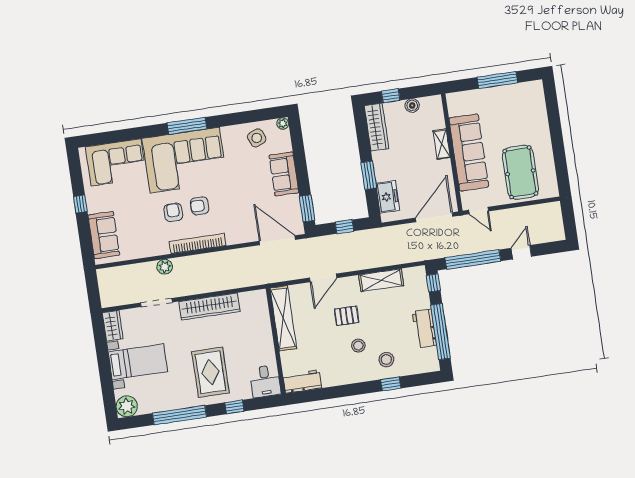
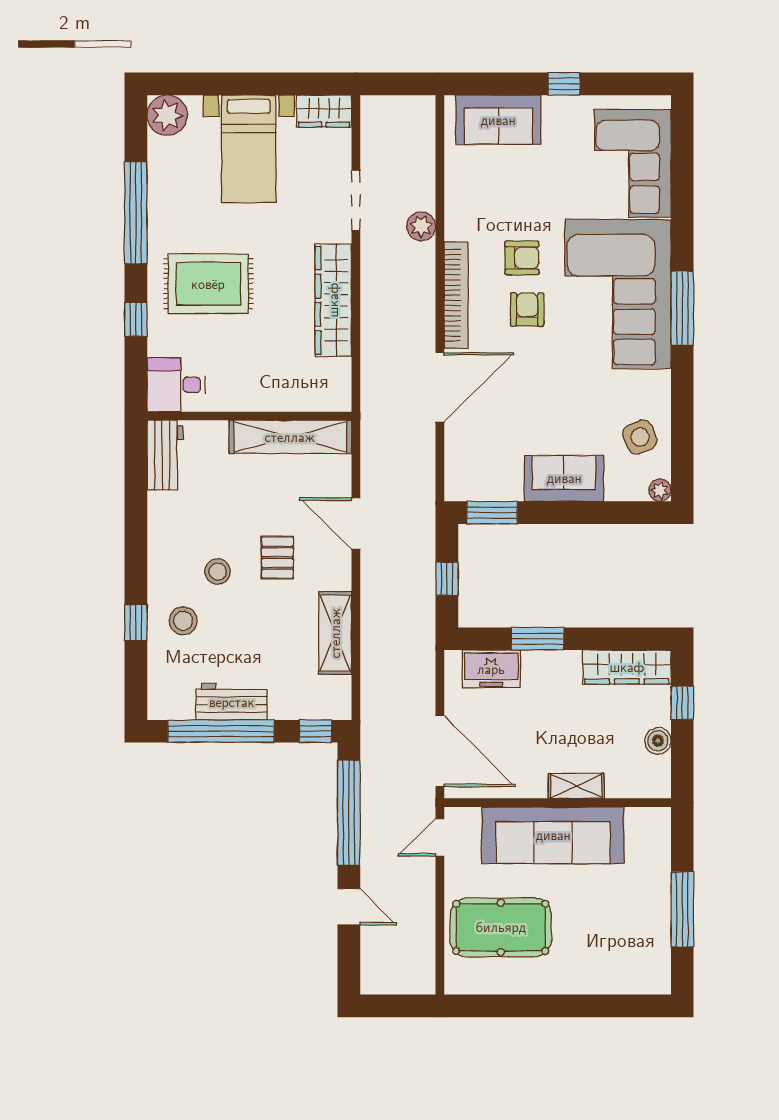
door: (277, 240) -> (440, 387), moved

